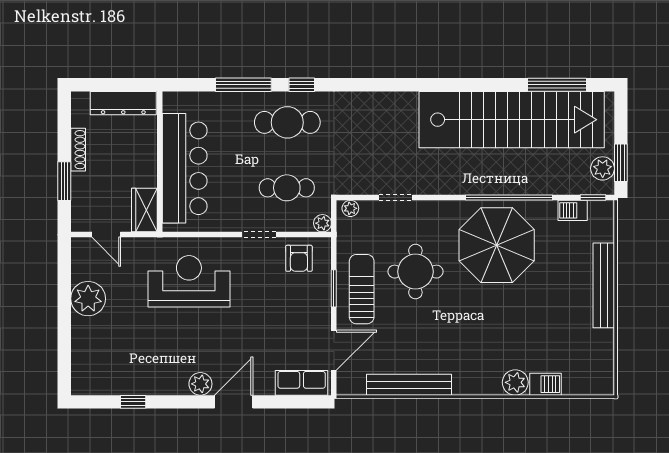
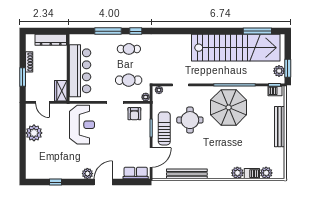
cafe table: (287, 122) -> (129, 49), width x0.73, depth x0.74
barbecue: (573, 210) -> (275, 91), moved
reception desk: (189, 281) -> (82, 125), turned 90
plant: (576, 383) -> (266, 173), added

